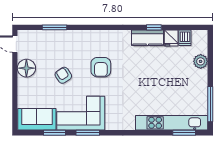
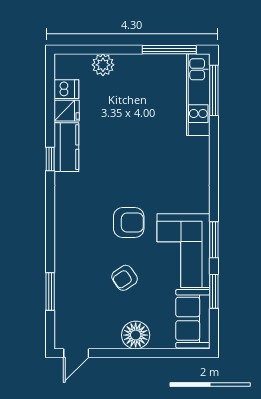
window: (154, 27) -> (50, 159), moved
armchair: (101, 67) -> (129, 223), moved
floor lamp: (26, 68) -> (136, 335), moved
kitchen unit: (172, 123) -> (198, 95), width x0.73
window: (184, 133) -> (214, 90), width x1.44

